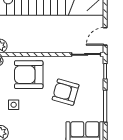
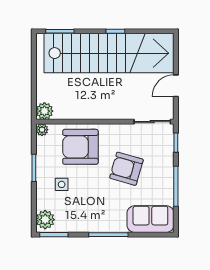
door: (105, 36) -> (176, 86), moved

